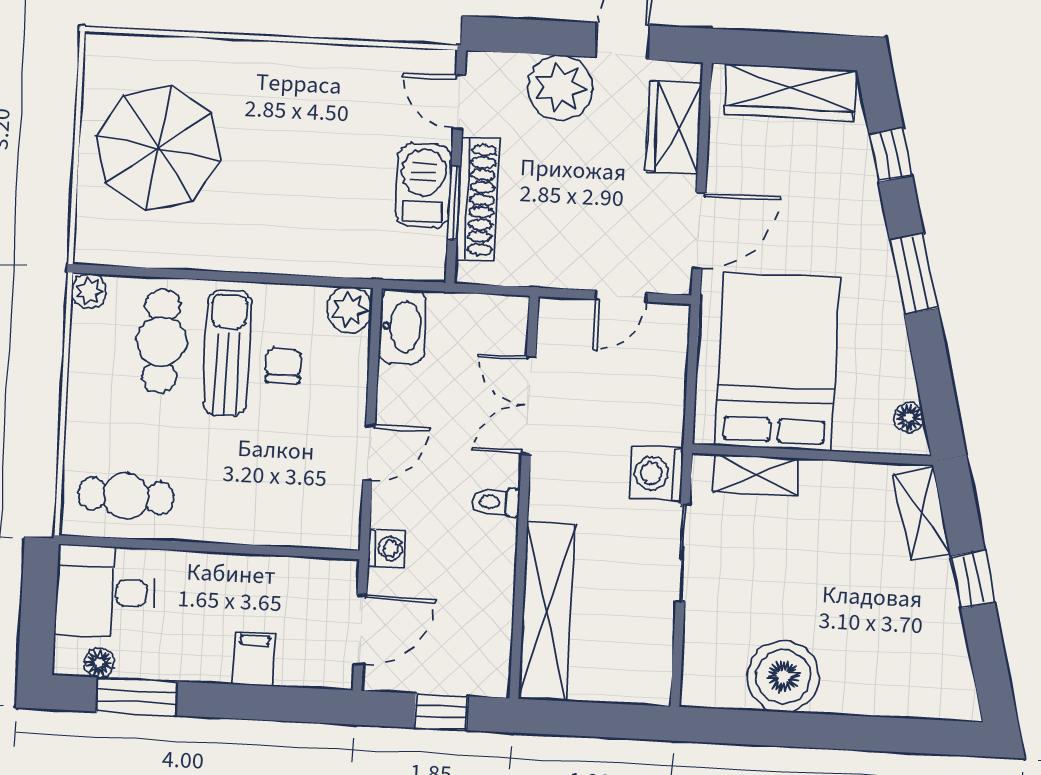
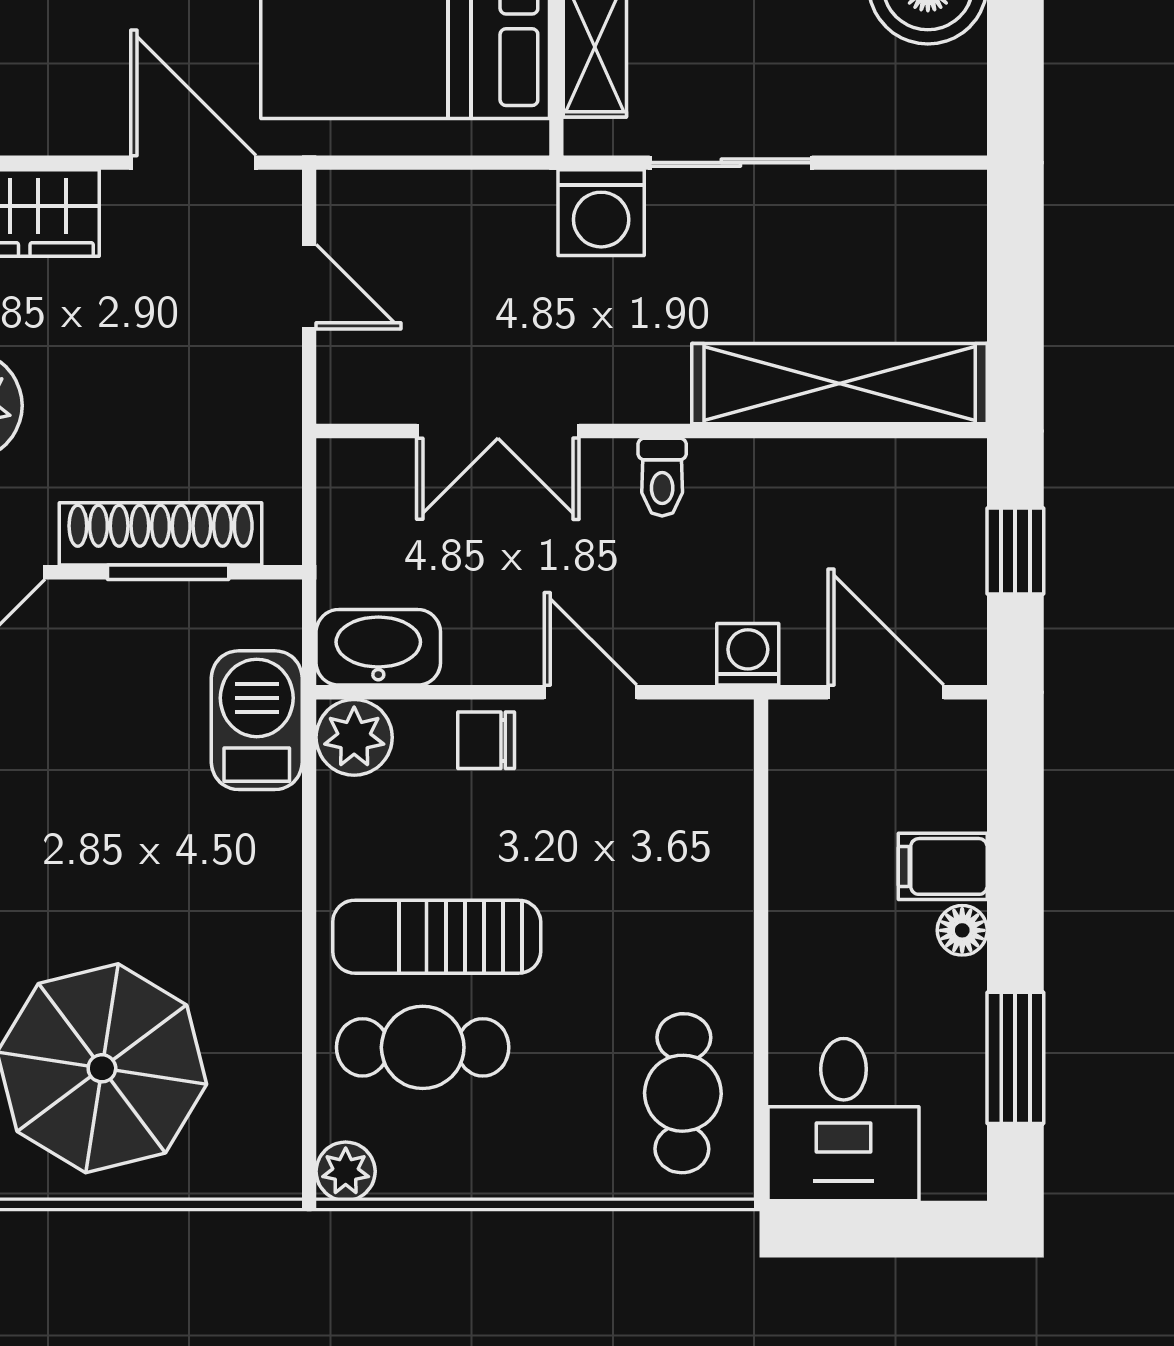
barbecue: (423, 186) -> (257, 720), moved, turned 90
chair: (283, 366) -> (486, 740), moved
floor lamp: (99, 663) -> (962, 930), moved

